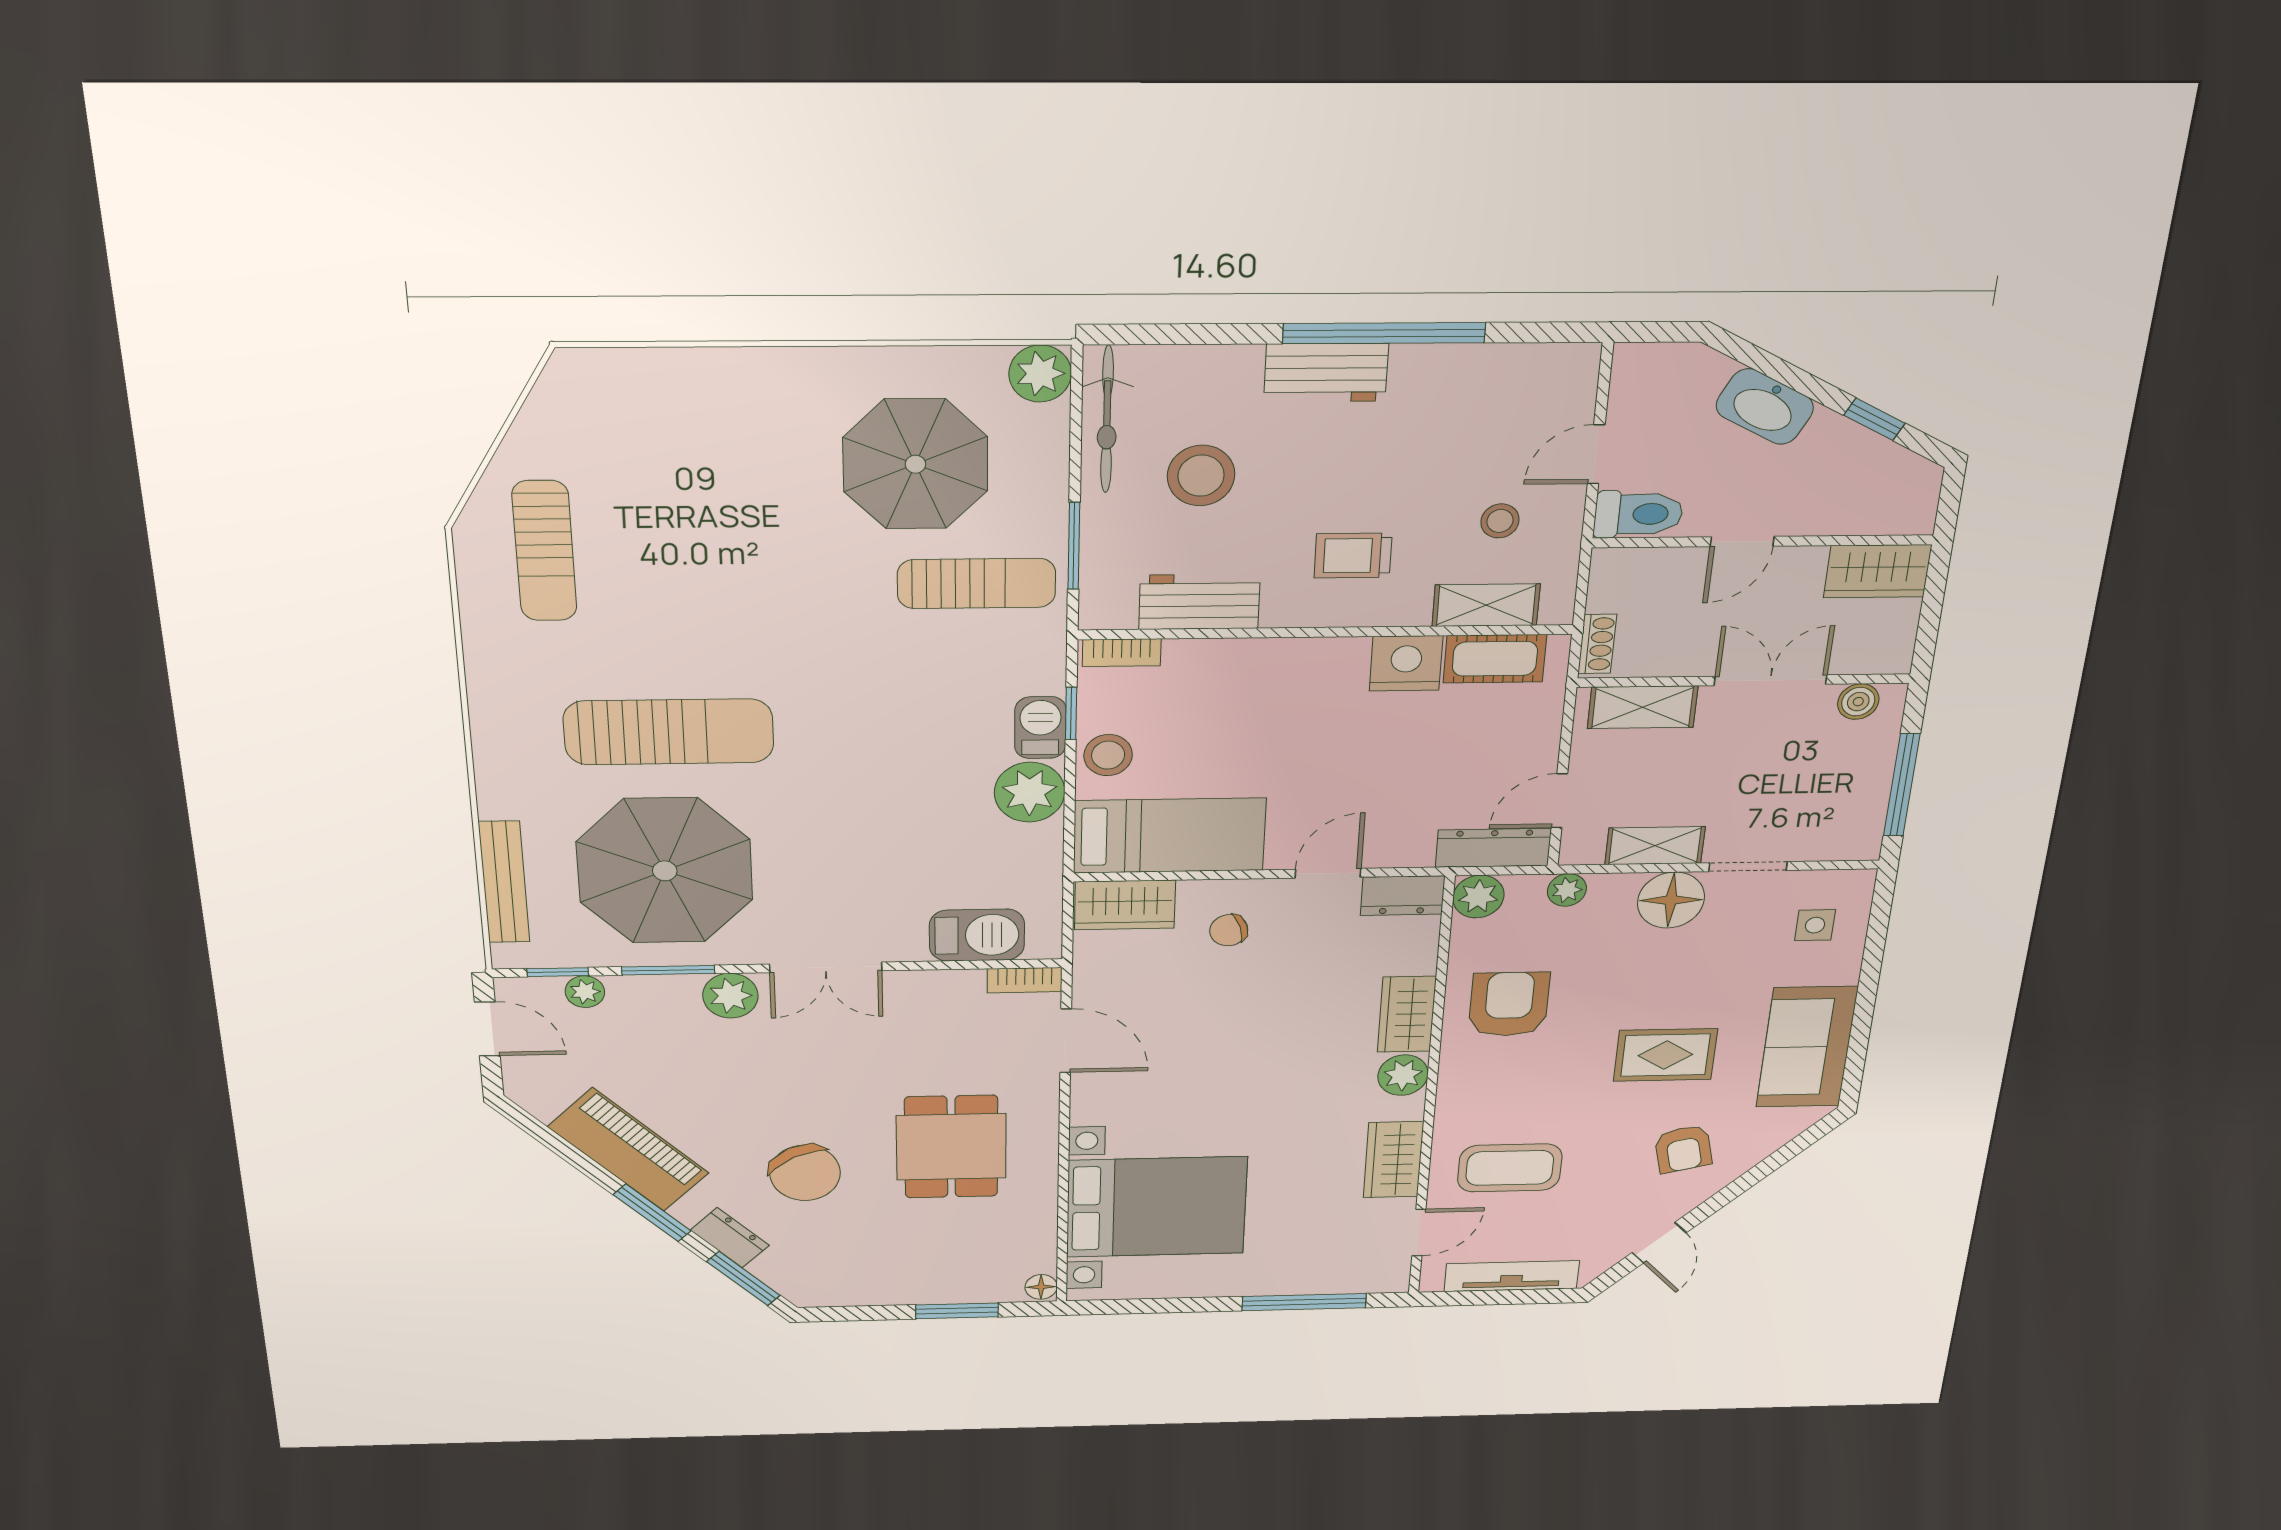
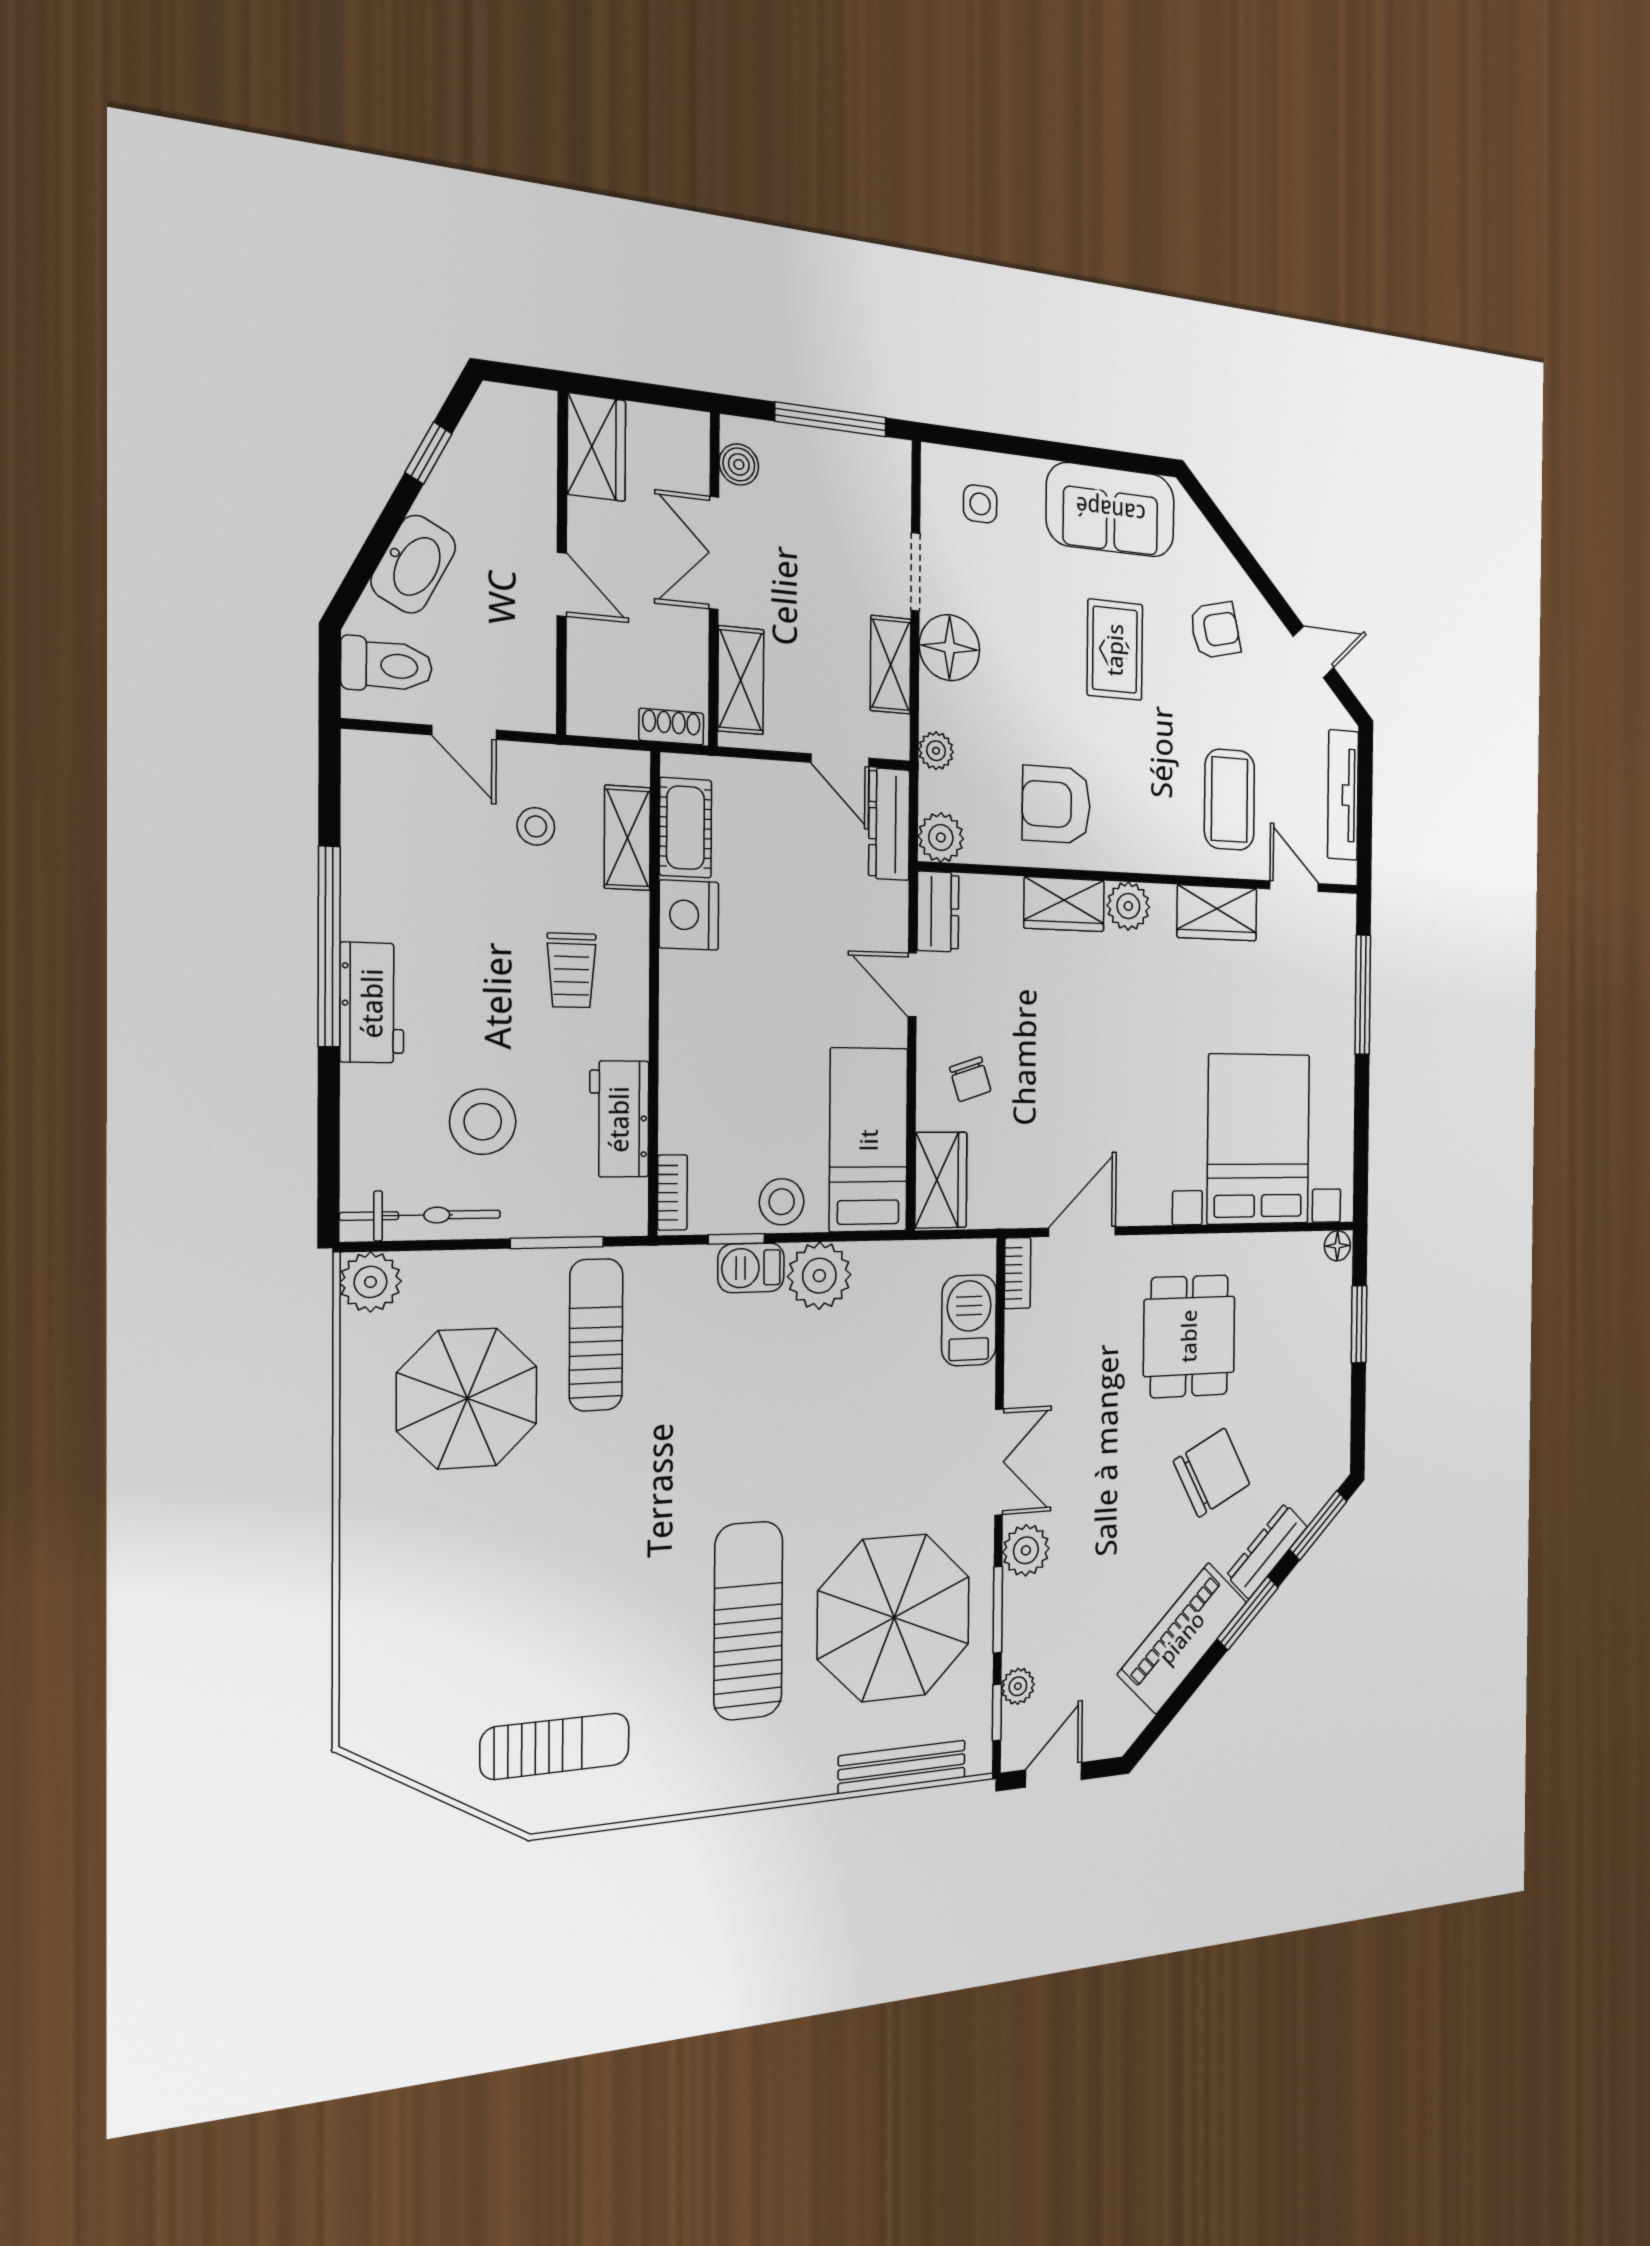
toilet: (1638, 514) -> (387, 665), moved, turned 90
dining table: (951, 1147) -> (1189, 1336), turned 90
dresser: (730, 1238) -> (1267, 1551), width x1.44

